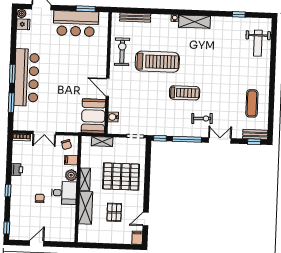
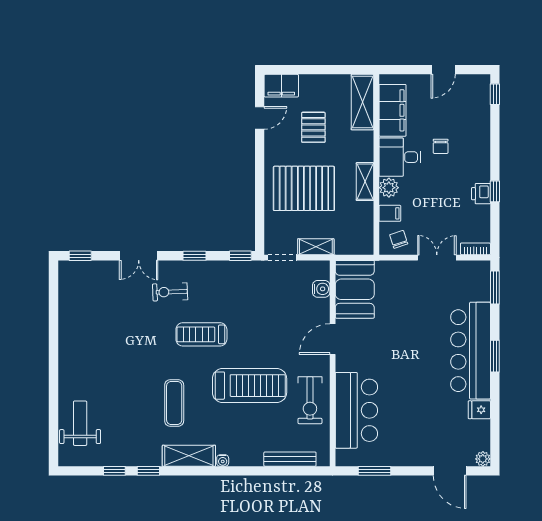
window: (219, 14) -> (148, 471), added
bar counter: (76, 23) -> (356, 410), moved, turned 90
fridge: (23, 24) -> (479, 410), moved
treadmill: (157, 62) -> (250, 386), turned 180
door: (107, 87) -> (333, 339), swing flipped
window: (11, 103) -> (495, 288), moved
exercise mat: (252, 103) -> (174, 403), moved
bench: (255, 134) -> (79, 268), removed
window: (187, 139) -> (194, 256), width x0.46
shelving: (102, 141) -> (316, 247), moved
window: (8, 191) -> (495, 191), moved
shelving: (85, 208) -> (362, 102), moved
filing cabinet: (67, 221) -> (393, 110), added
filing cabinet: (137, 238) -> (281, 86), width x2.00

